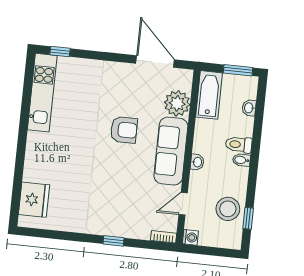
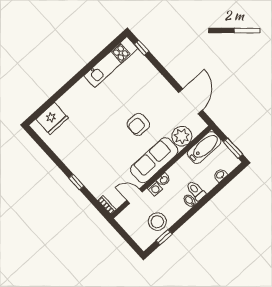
armchair: (124, 130) -> (138, 124), turned 90
washing machine: (190, 237) -> (155, 189), moved

